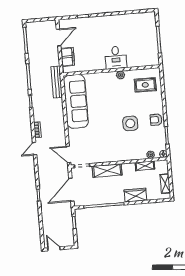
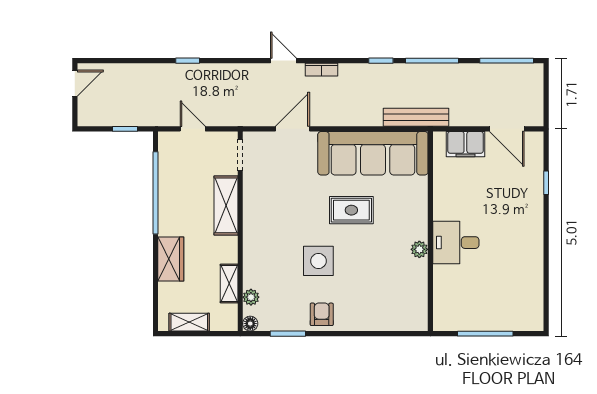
rug: (145, 85) -> (351, 210), moved, turned 90
door: (68, 155) -> (292, 129), moved
door: (71, 190) -> (193, 129), width x0.53

